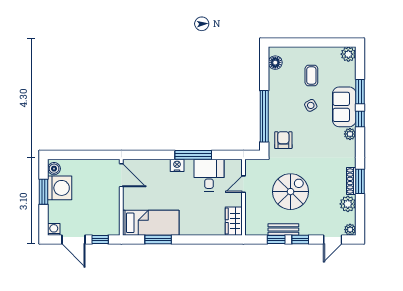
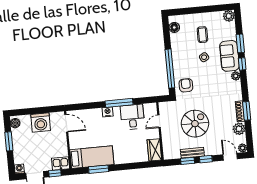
washing machine: (60, 188) -> (41, 123), moved, turned 90
kitchen sink: (109, 227) -> (61, 163), added
door: (333, 240) -> (230, 157), swing flipped

